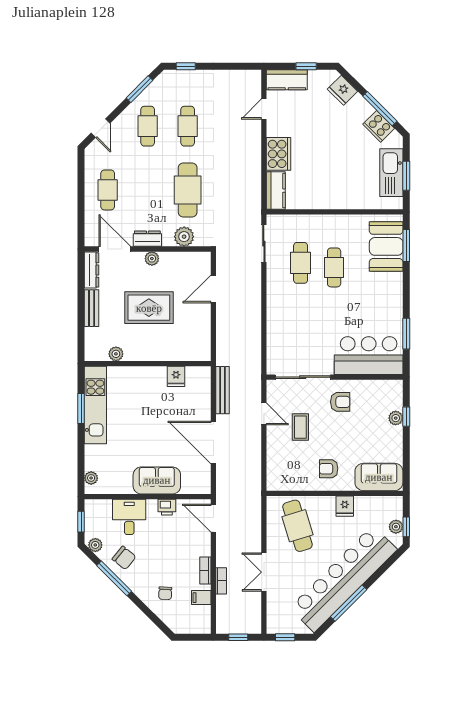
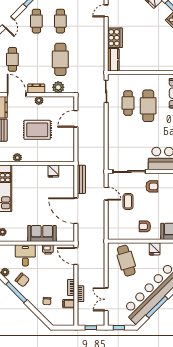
cafe table: (334, 267) -> (148, 106), width x1.37, depth x1.35
double door: (264, 572) -> (106, 299), moved

